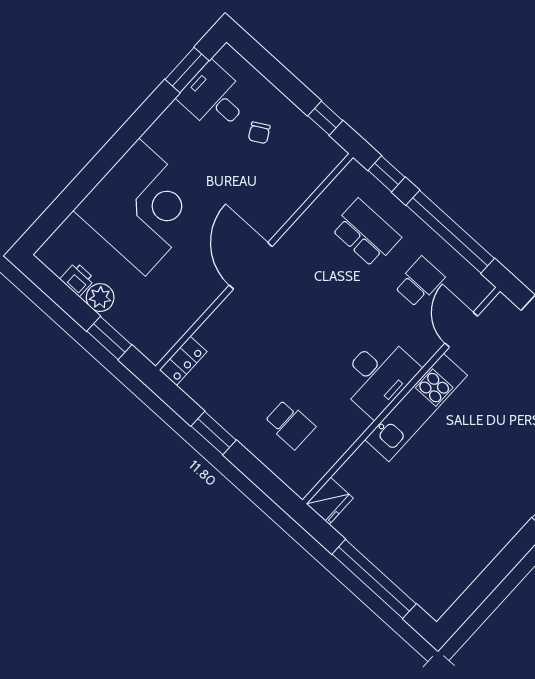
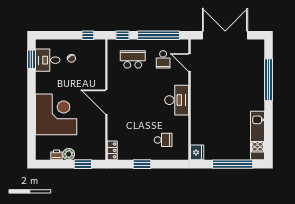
school desk: (419, 282) -> (163, 59), turned 180
kitchen unit: (416, 407) -> (257, 136), moved, turned 180

